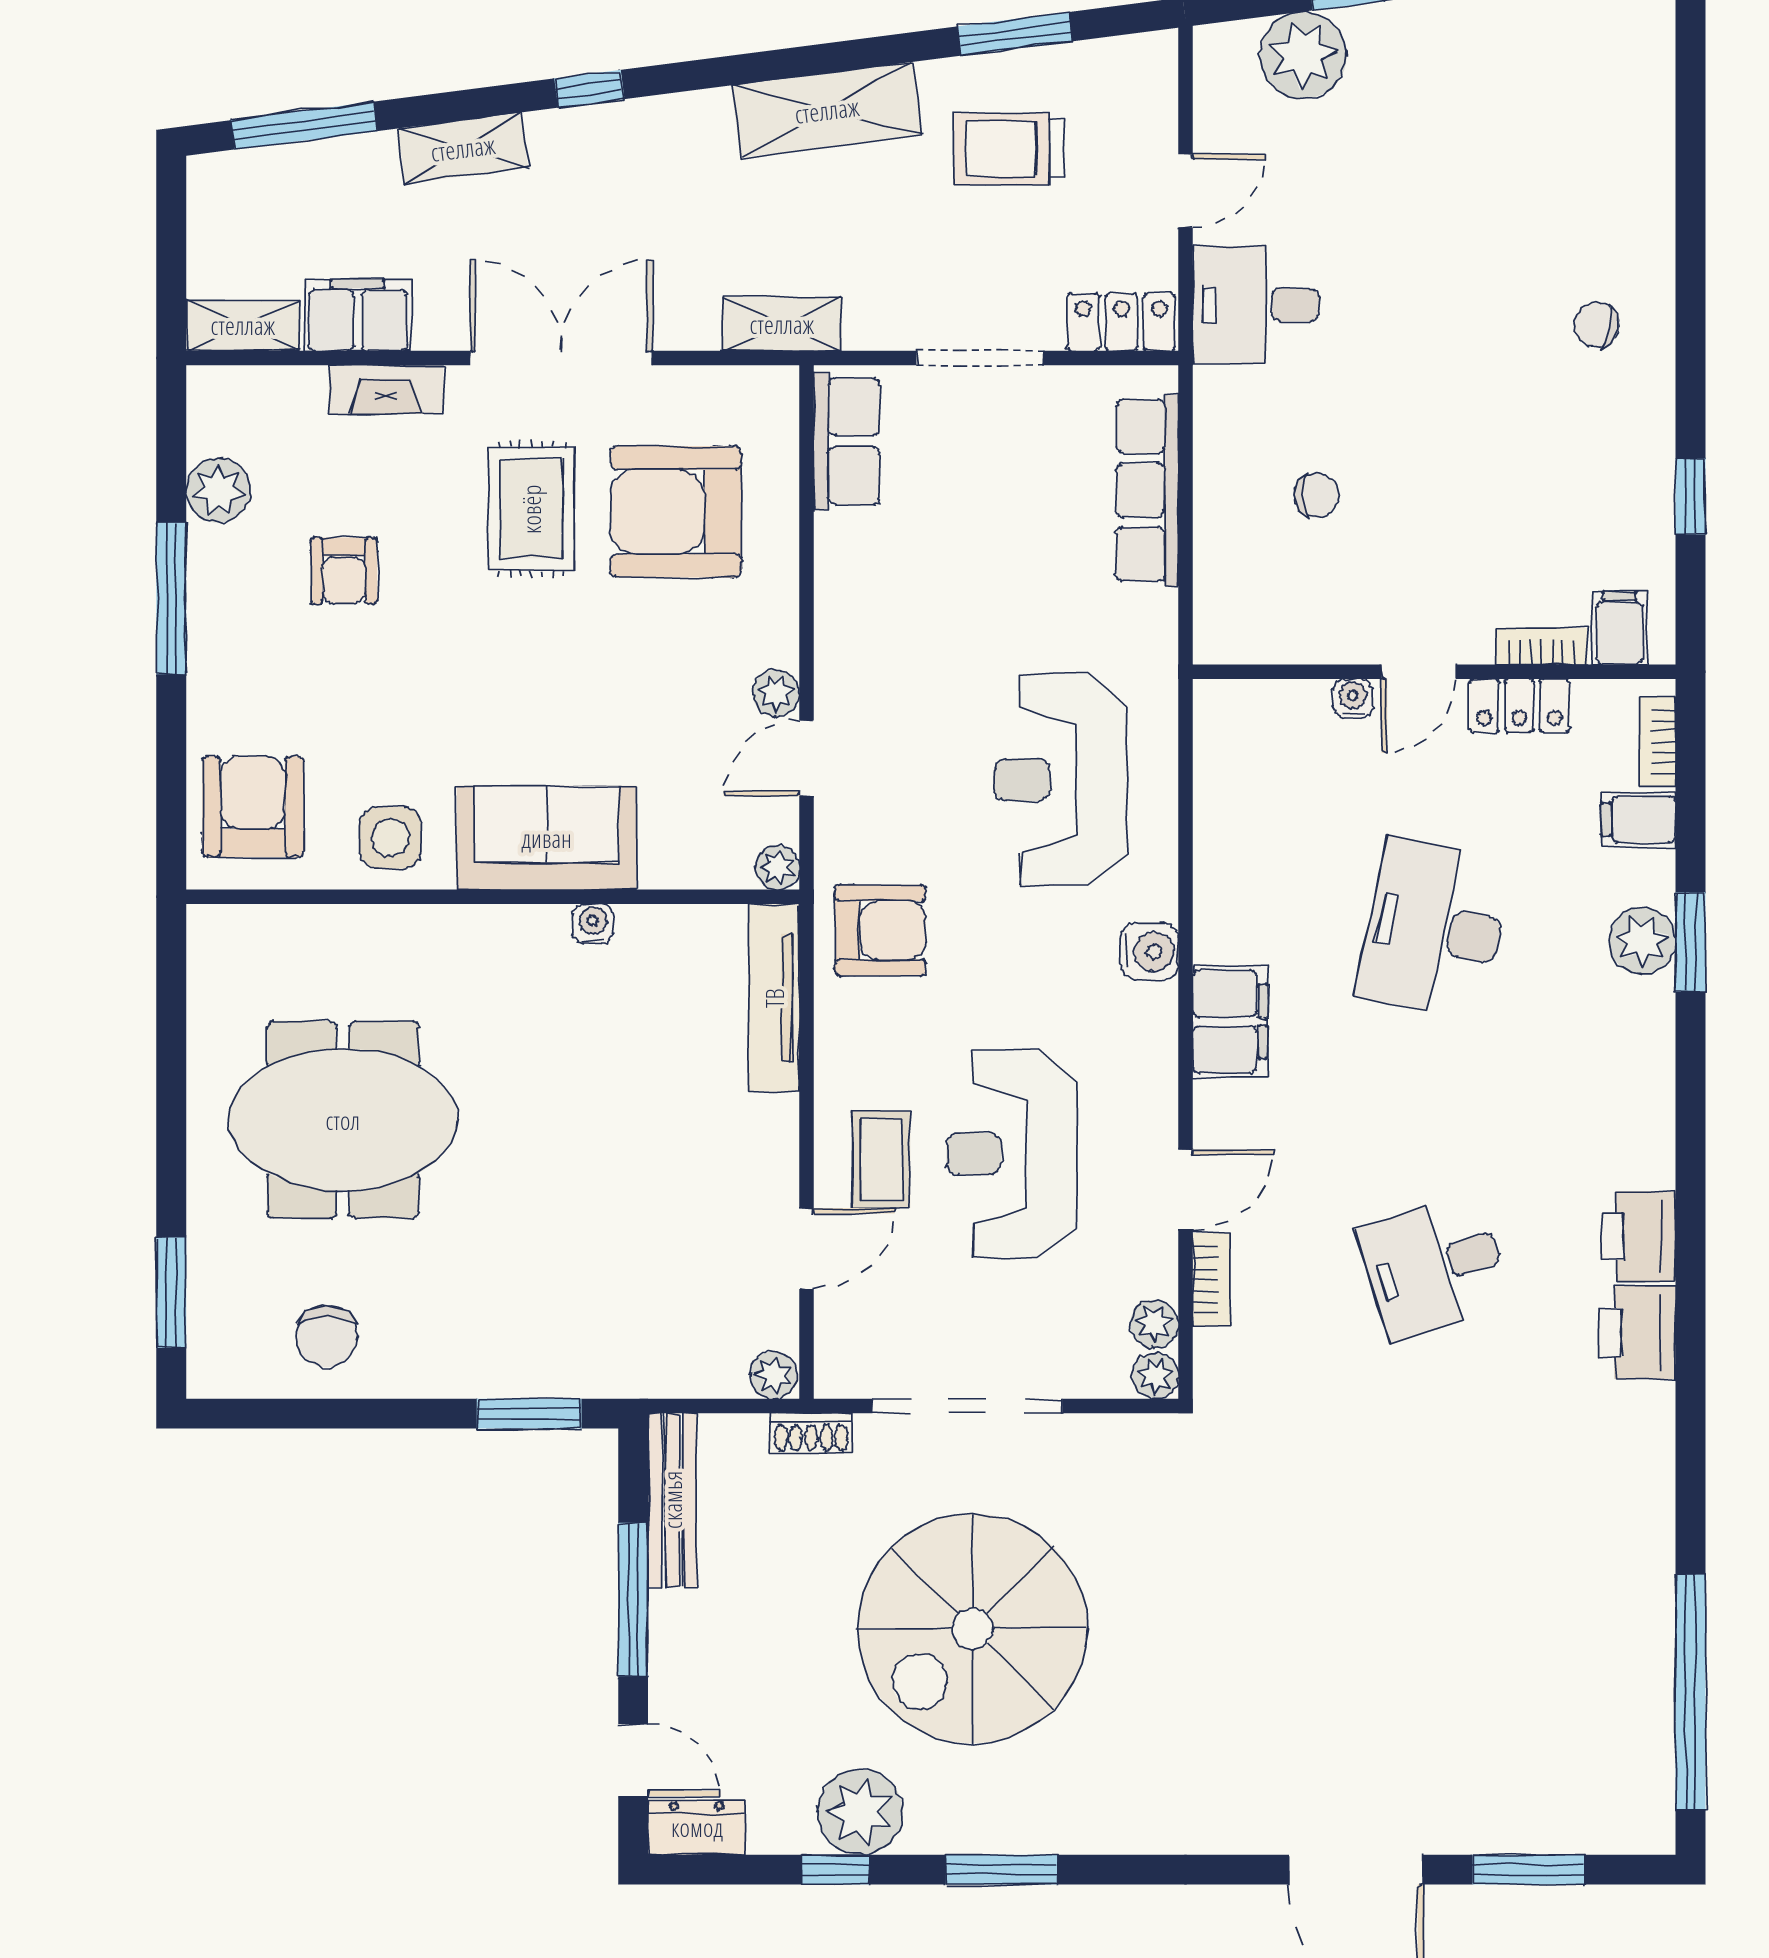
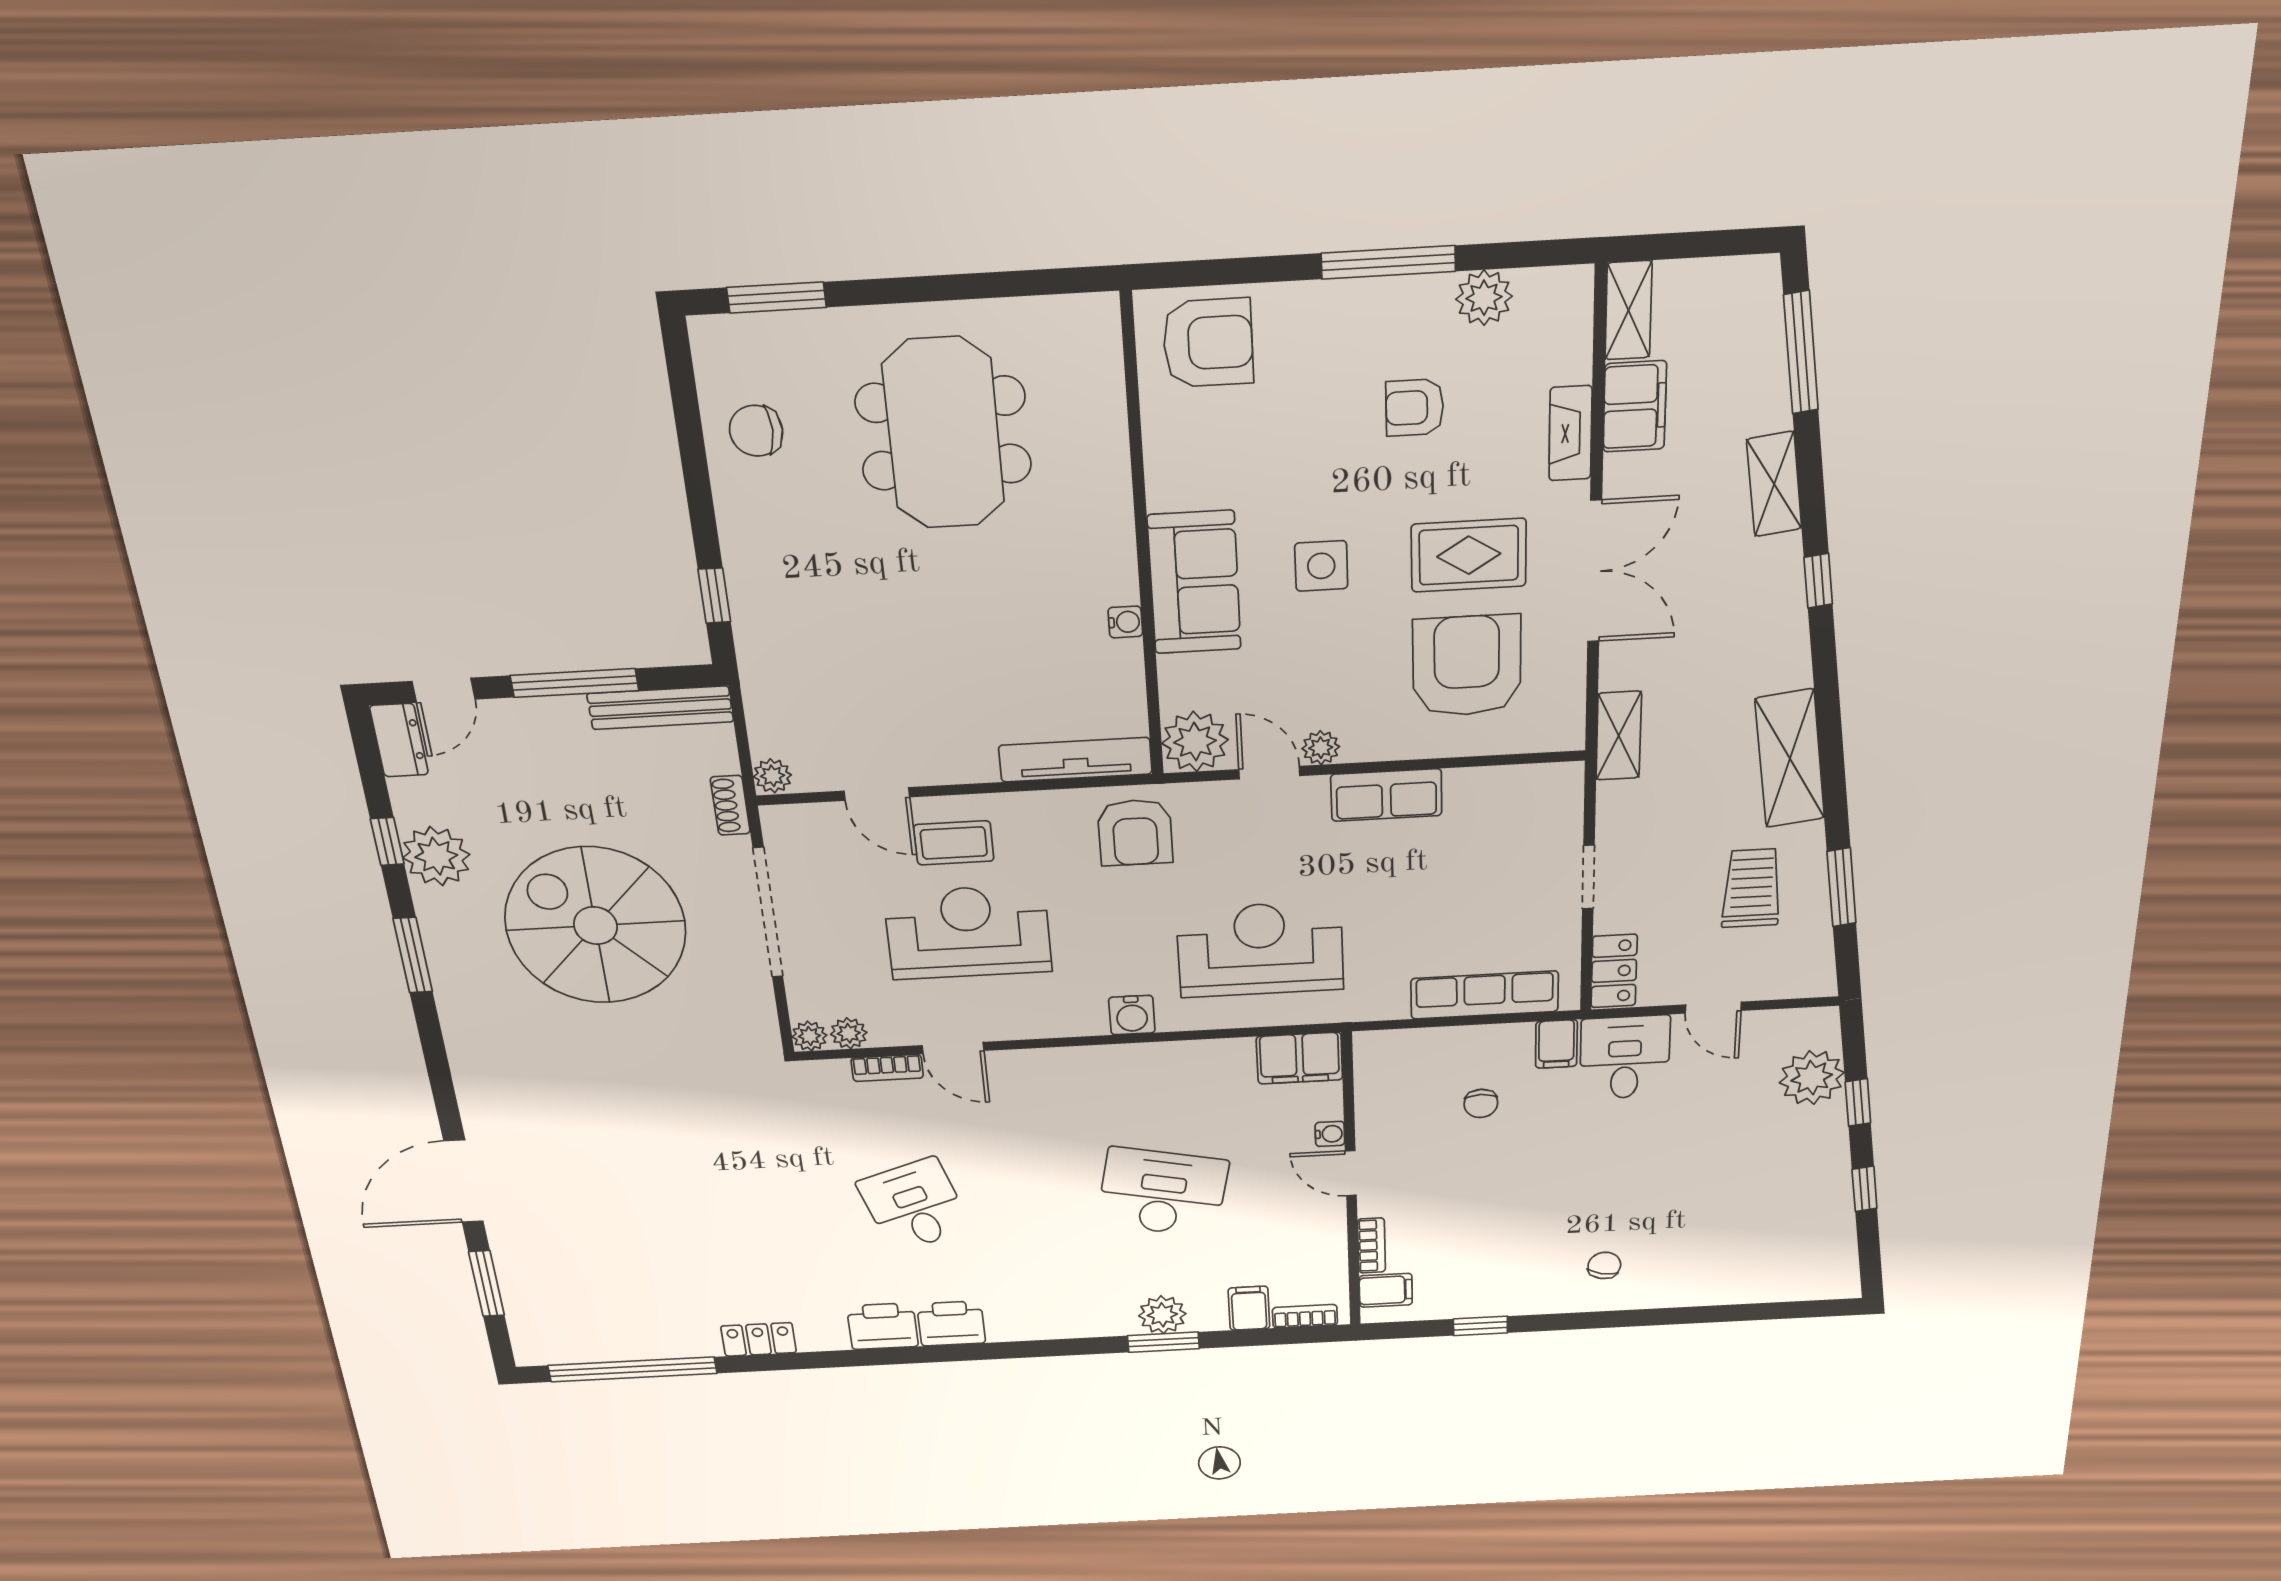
doorway: (980, 358) -> (1588, 877), width x0.73
filing cabinet: (1229, 396) -> (1556, 1044), added
row of seats: (847, 441) -> (1386, 795), moved
locker: (1519, 706) -> (759, 1339), moved, turned 90
side table: (391, 838) -> (1321, 566), moved
plant: (777, 868) -> (1195, 742), width x1.87, depth x1.87
filing cabinet: (1230, 1022) -> (1300, 1058), moved
window: (529, 1414) -> (714, 596), width x0.67

